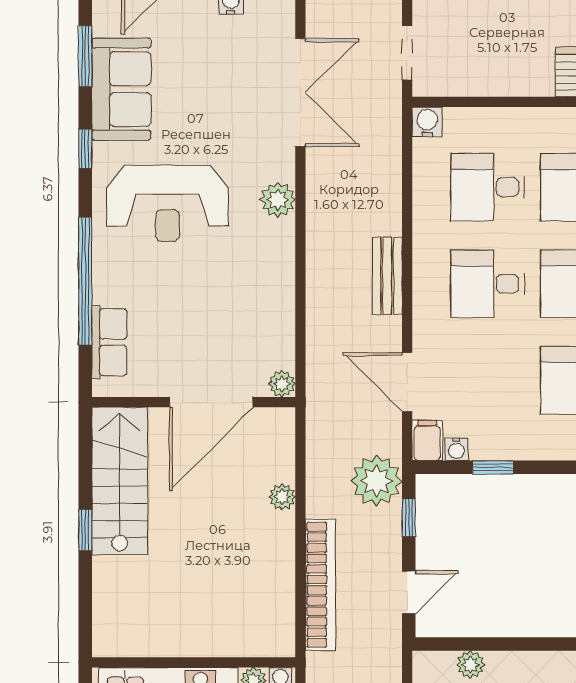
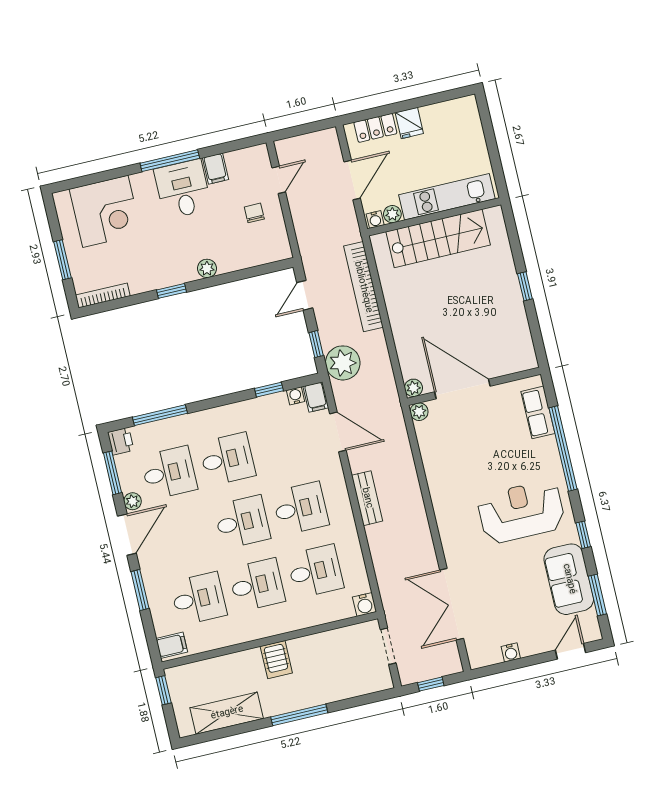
plant: (278, 200) -> (450, 531), removed
door: (211, 402) -> (462, 389), hinge flipped
stairs: (120, 481) -> (438, 238), moved, turned -90
plant: (282, 497) -> (413, 388), moved
plant: (470, 665) -> (207, 268), moved

